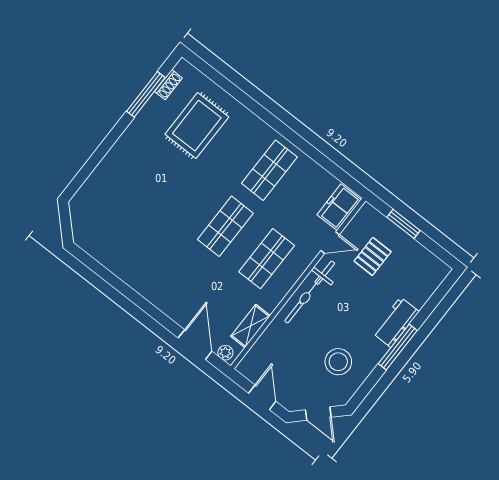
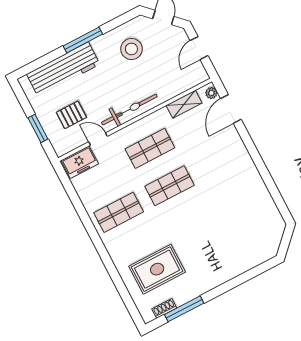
workbench: (396, 322) -> (63, 69), width x1.87, depth x1.32

